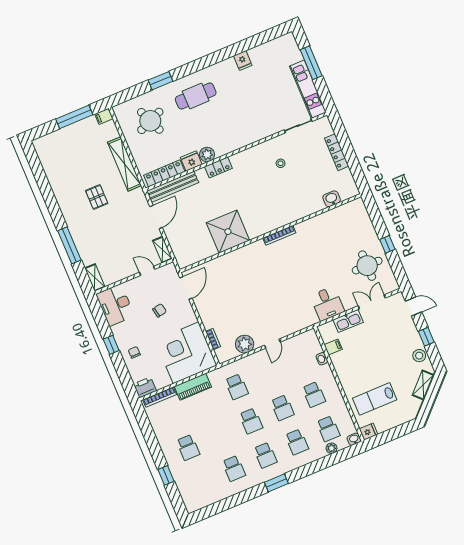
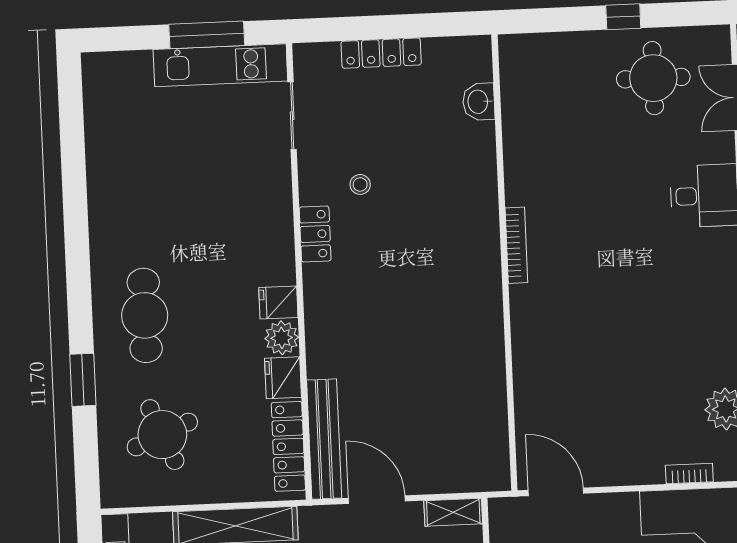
fridge: (243, 61) -> (278, 303), moved, turned 180
window: (311, 63) -> (207, 35), moved
locker: (218, 167) -> (315, 234), moved
shower: (228, 232) -> (467, 354), removed

